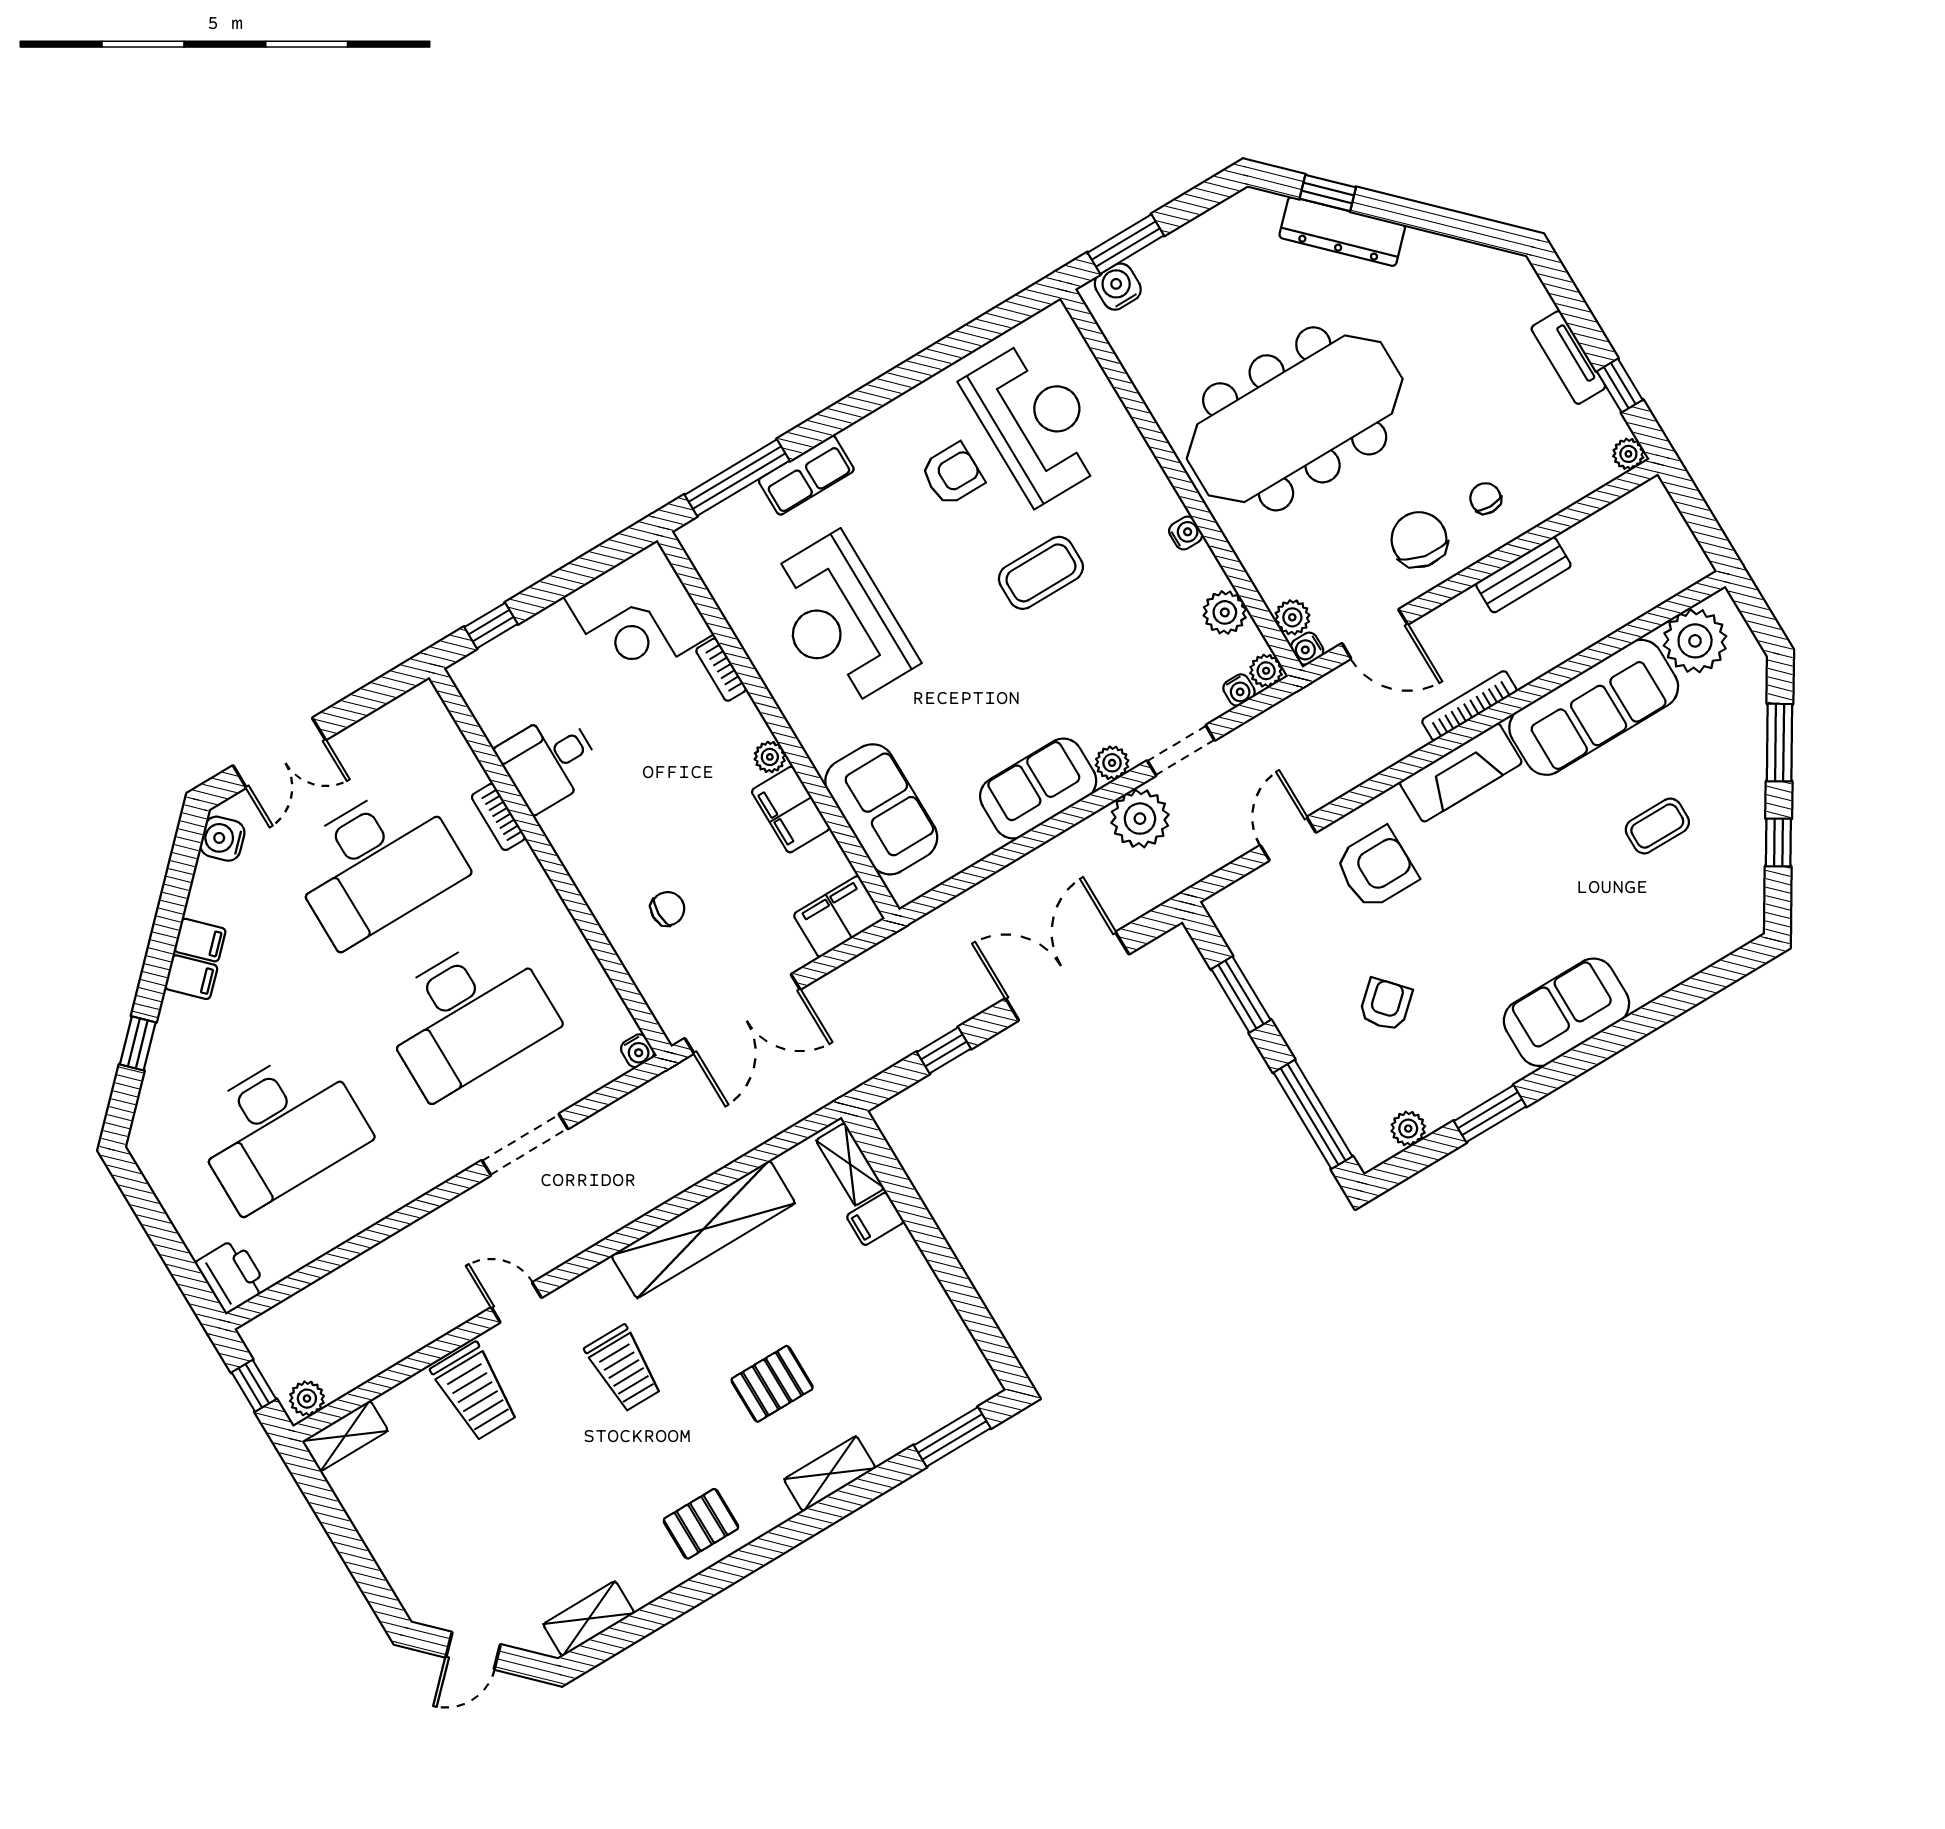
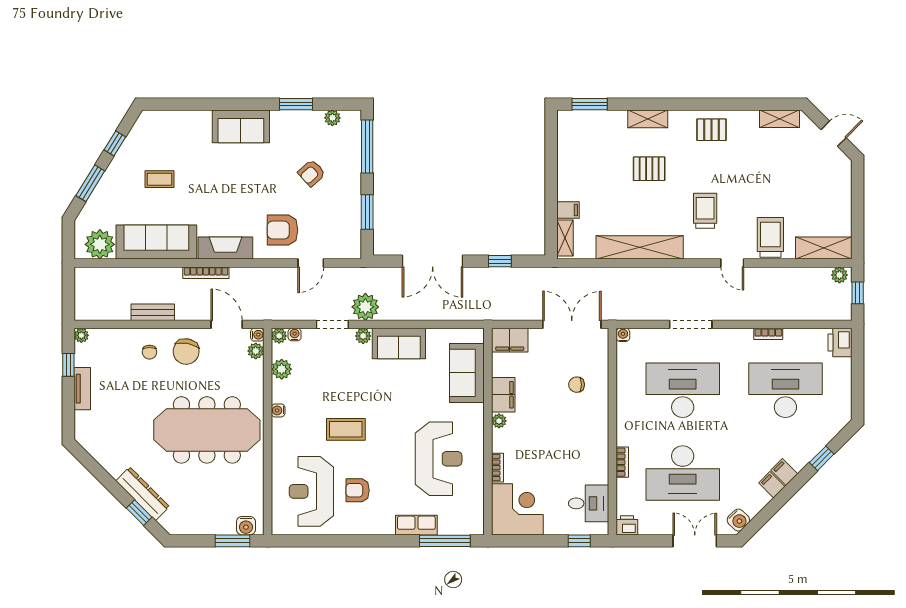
printer: (421, 707) -> (627, 525), added
desk: (549, 761) -> (589, 503), moved
desk: (376, 863) -> (683, 473), turned 180
bookcase: (372, 1212) -> (768, 334), added
shelving: (345, 1436) -> (824, 248), width x1.50, depth x1.33

